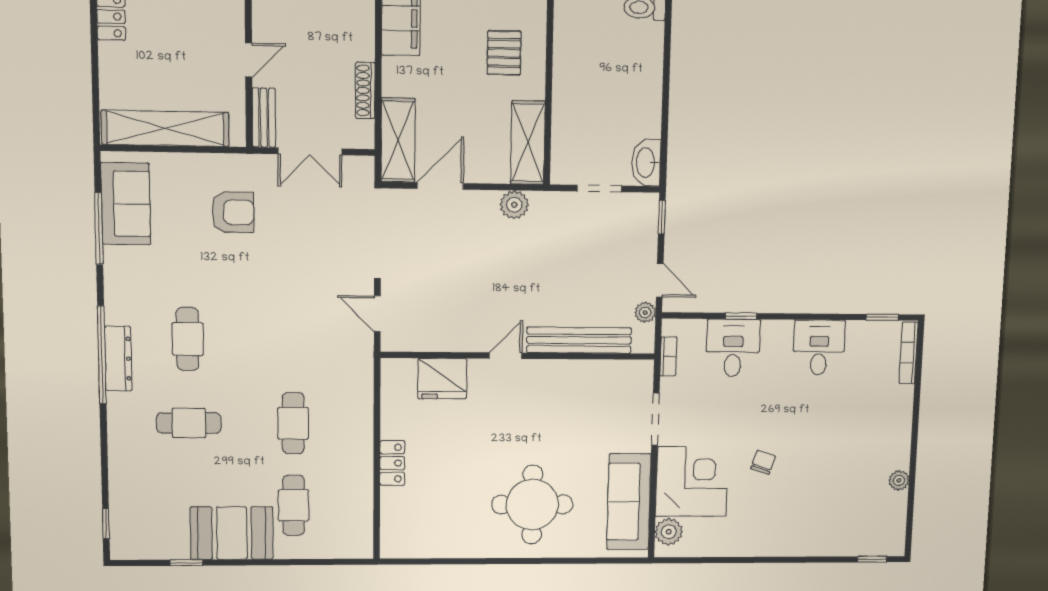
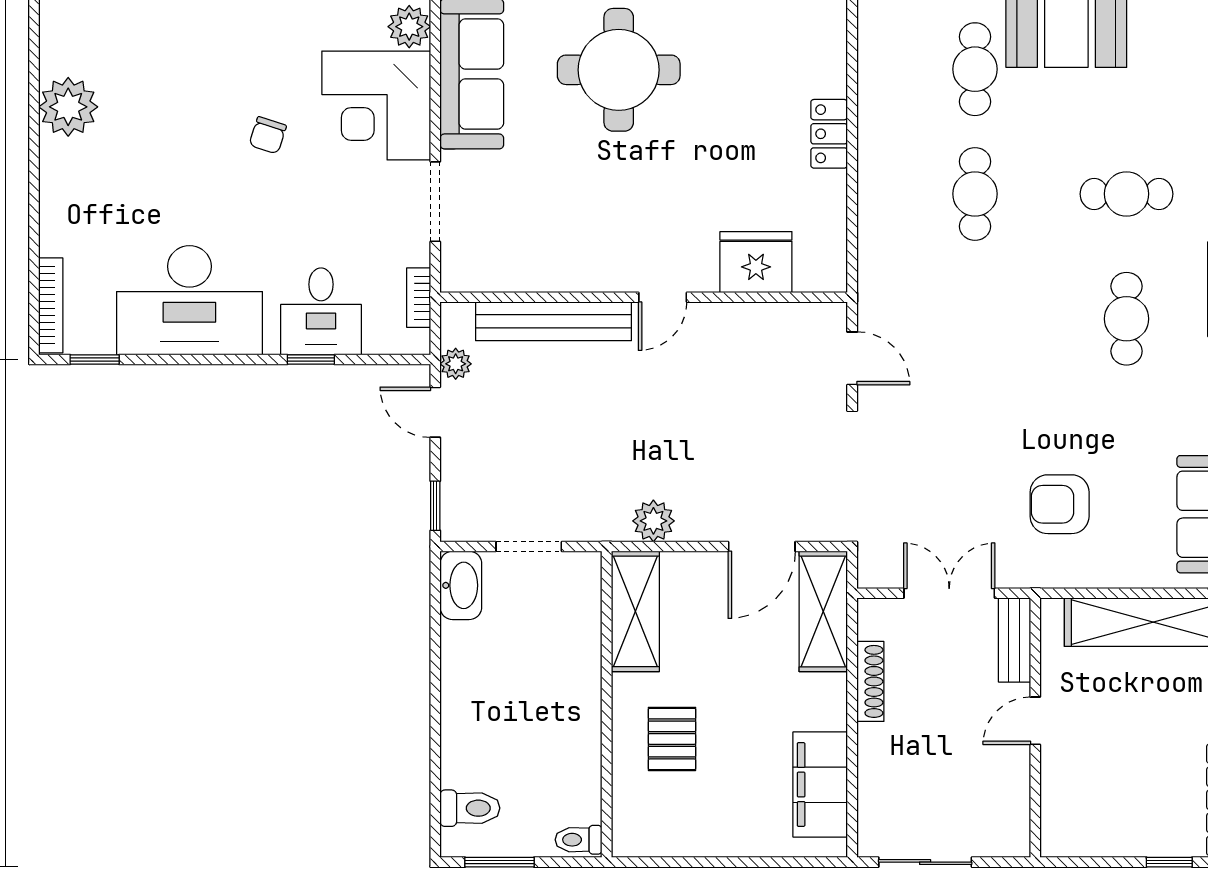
desk: (819, 347) -> (189, 300), width x1.87, depth x1.30
plant: (899, 480) -> (68, 107), width x1.88, depth x1.88

